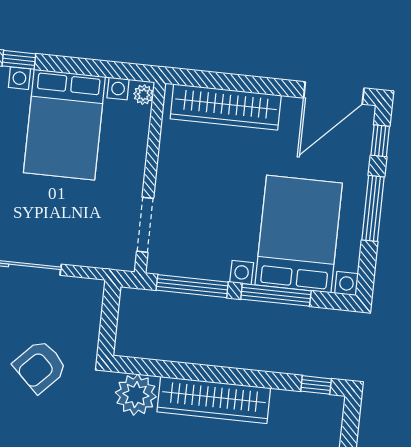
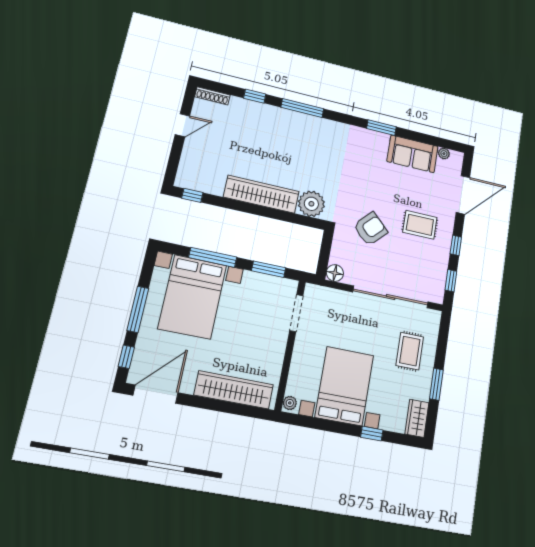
window: (192, 286) -> (269, 269), width x0.69
floor lamp: (91, 291) -> (335, 273), added

